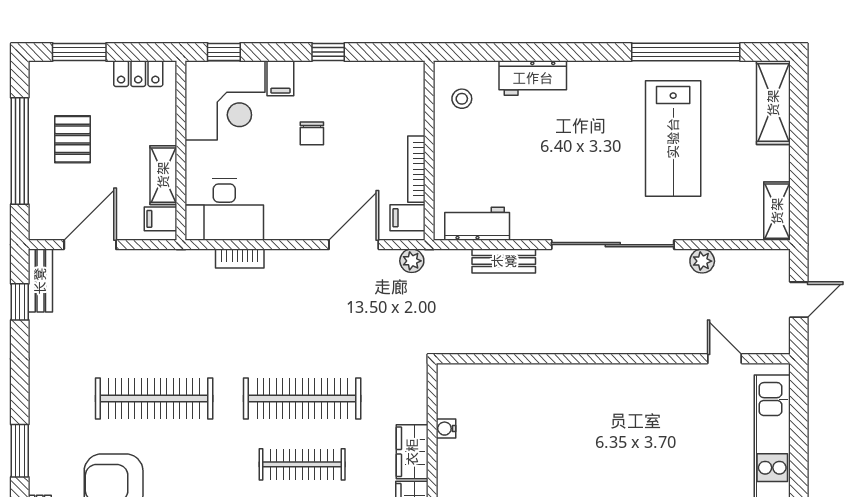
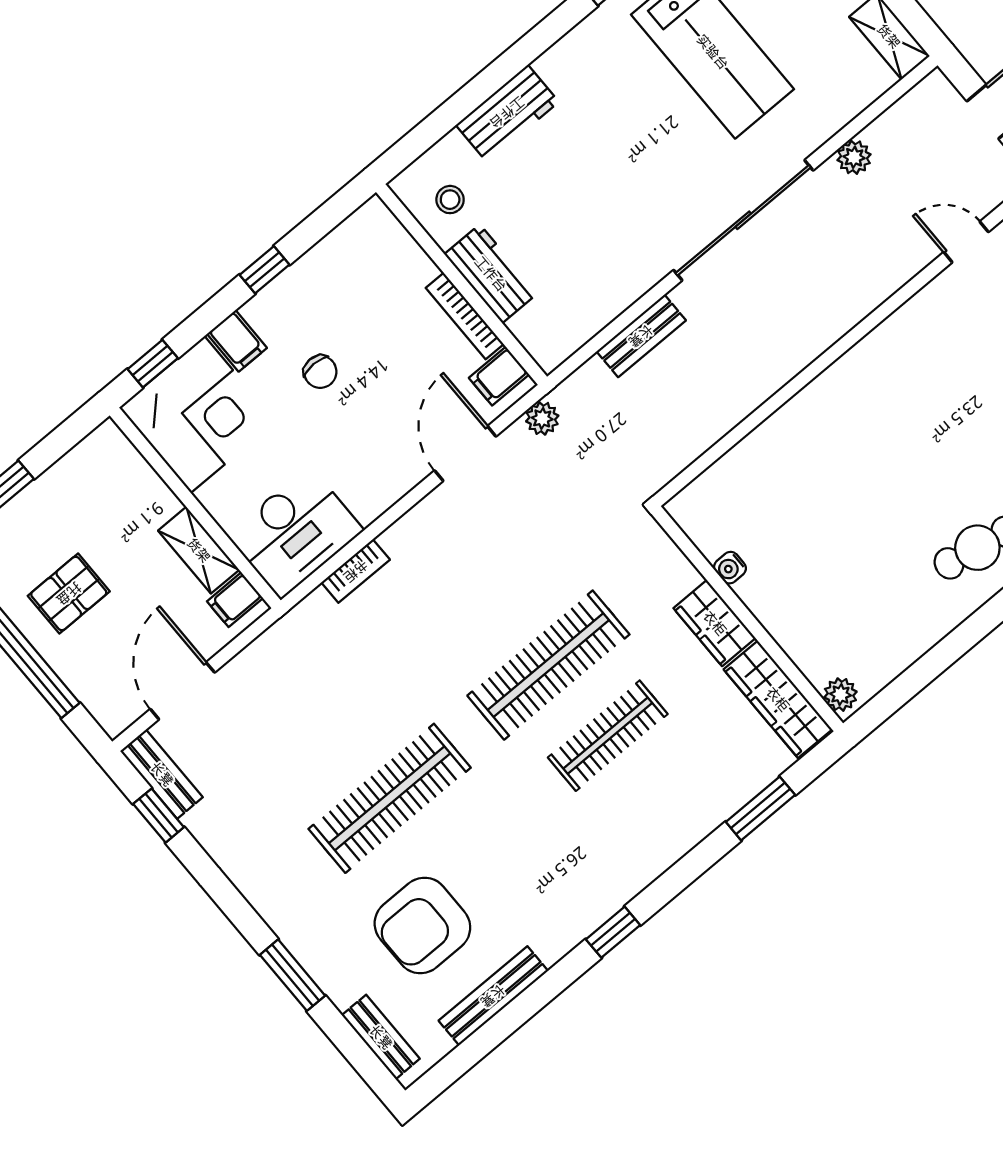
locker: (138, 74) -> (80, 464), removed
pallet: (73, 139) -> (69, 594), turned 90
workbench: (477, 224) -> (491, 274), moved, turned 90

